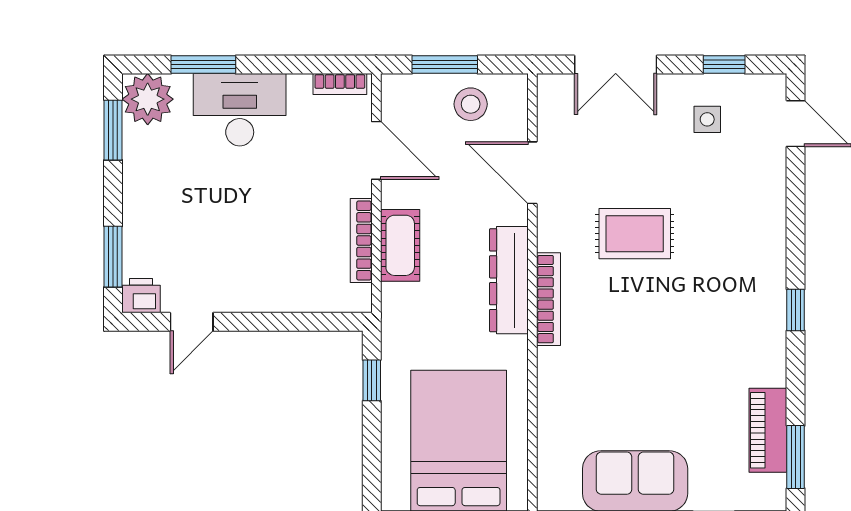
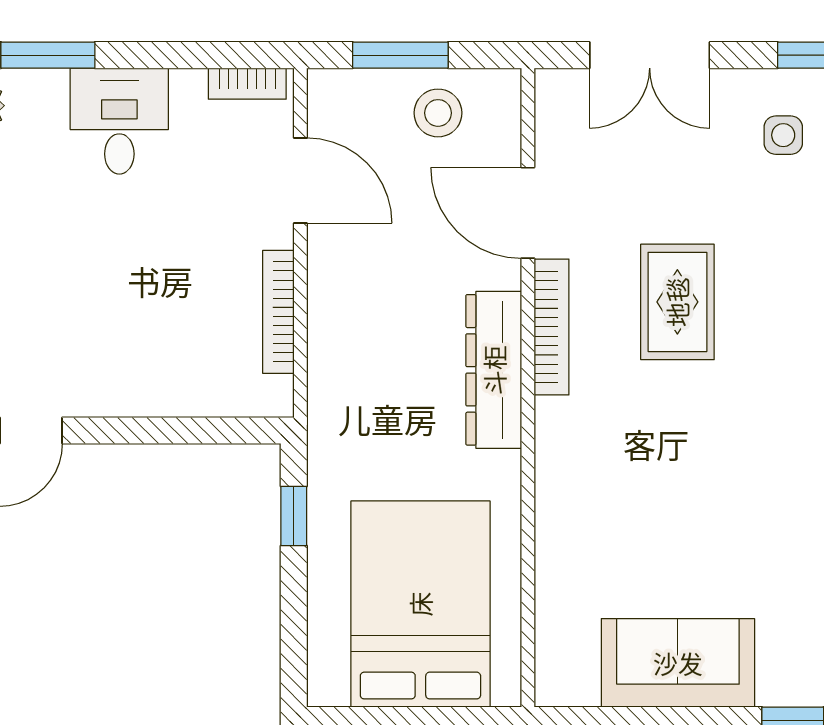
desk: (240, 110) -> (119, 121), width x0.73
rug: (635, 234) -> (677, 302), turned 90
cot: (400, 245) -> (335, 319), removed
bookcase: (548, 299) -> (552, 327), moved

